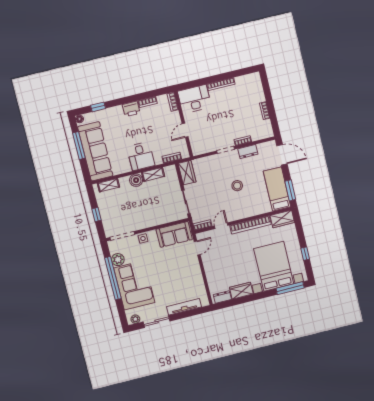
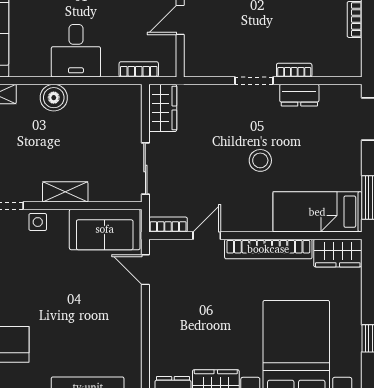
shelving: (153, 174) -> (65, 192), moved
bed: (277, 189) -> (317, 212), moved, turned -90
door: (197, 248) -> (145, 270), swing flipped

